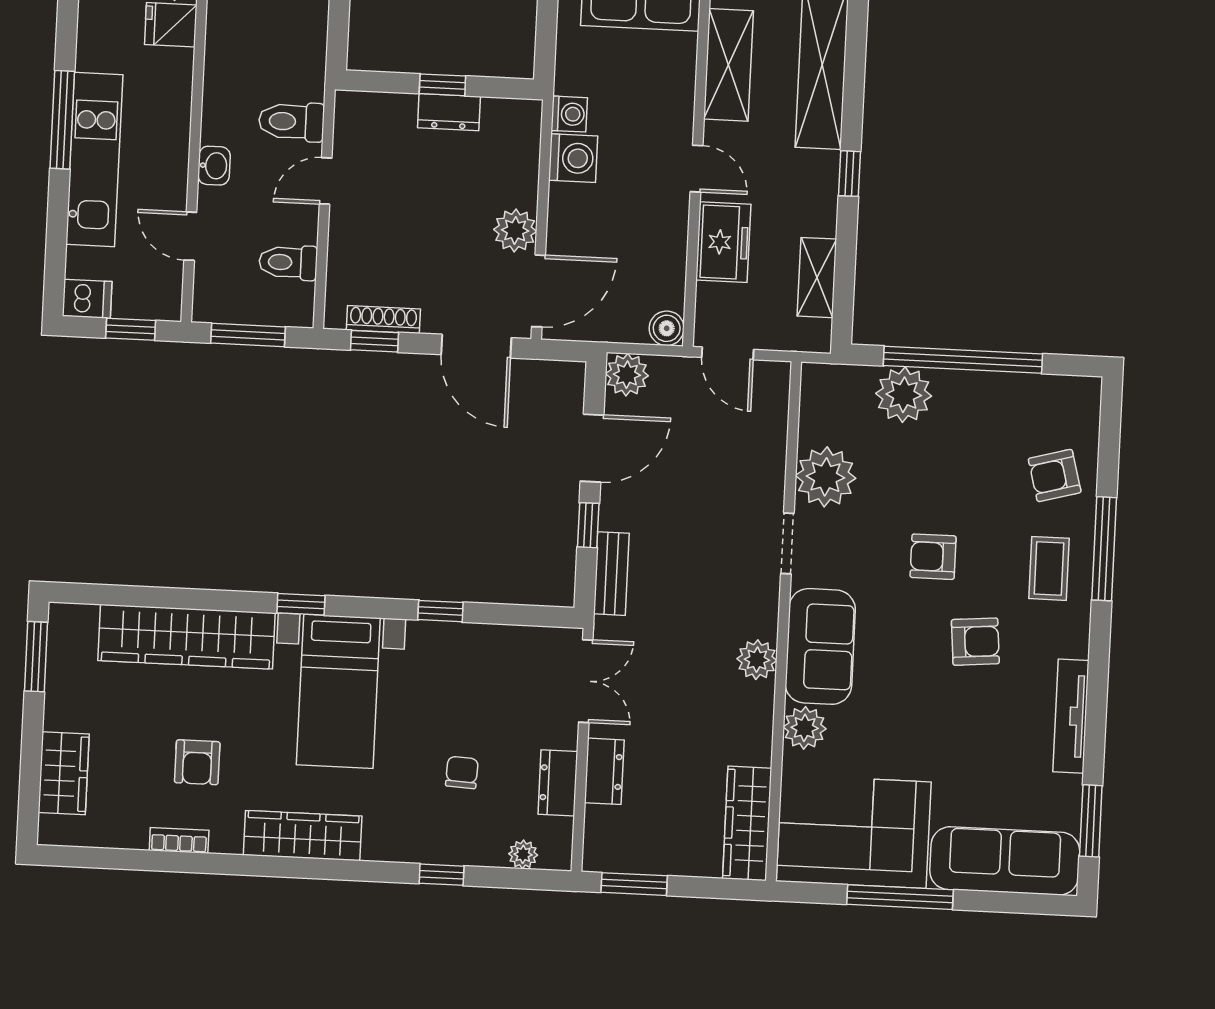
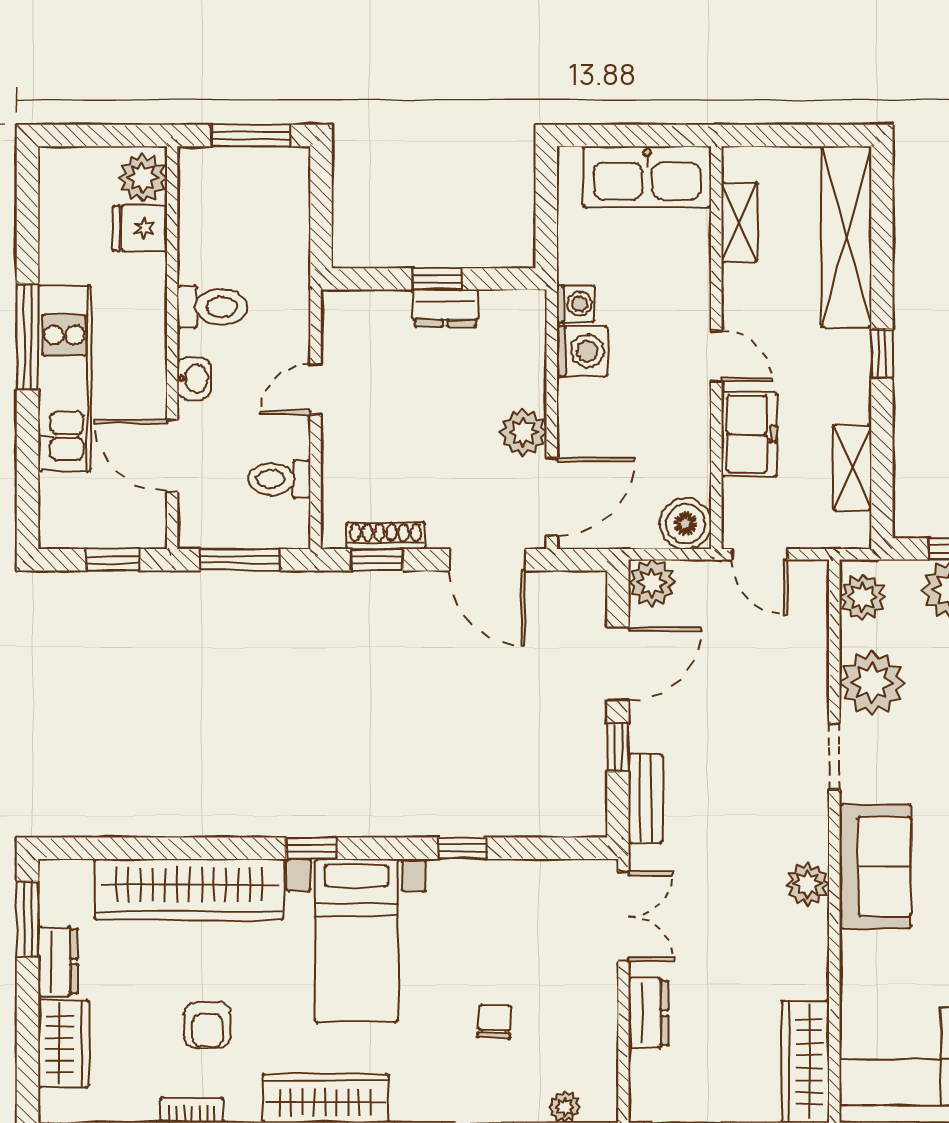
shelving: (729, 65) -> (739, 222), width x0.67, depth x0.75
toilet: (291, 122) -> (212, 307), moved, turned 180
door: (190, 236) -> (172, 456), width x1.37
dishwasher: (87, 299) -> (64, 529), removed
boiler: (667, 328) -> (685, 524), width x1.36, depth x1.36
plant: (805, 728) -> (863, 597), moved
dresser: (558, 783) -> (58, 961), moved, turned 180

